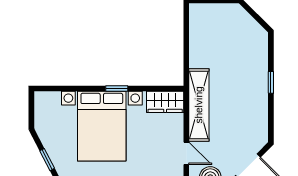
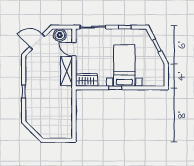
shelving: (199, 105) -> (66, 71), width x0.68
bed with nightstands: (102, 126) -> (124, 65), width x0.73

